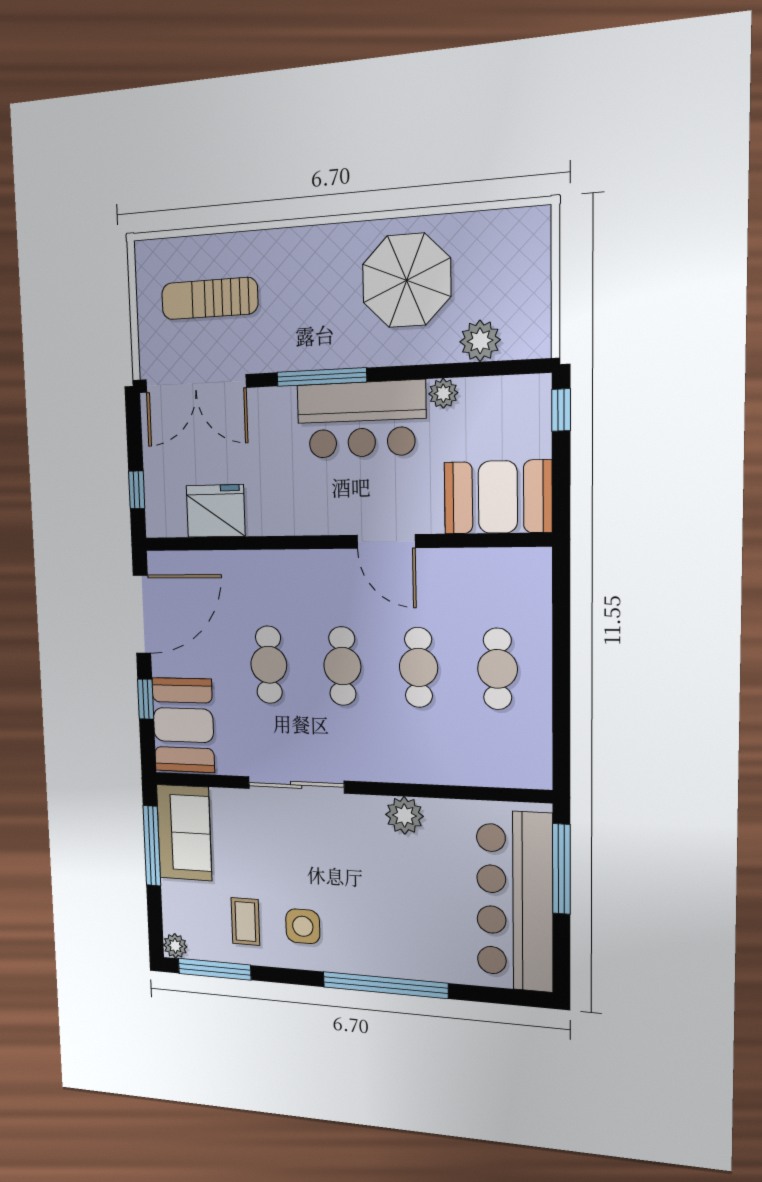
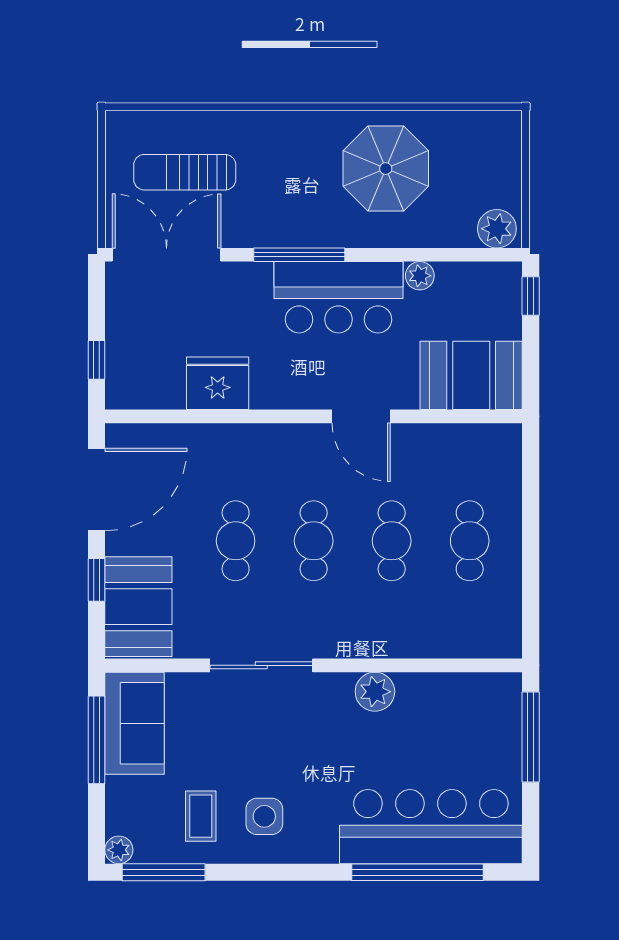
plant: (480, 341) -> (497, 229), moved
double door: (196, 384) -> (167, 255), swing flipped
fridge: (216, 511) -> (218, 383), moved
bar counter: (515, 901) -> (431, 827), moved, turned 90
window: (385, 985) -> (417, 872), moved

